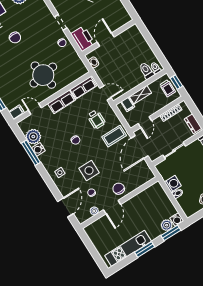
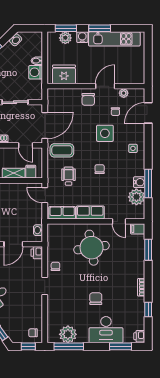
printer: (83, 39) -> (37, 253), width x0.53, depth x0.68
door: (145, 122) -> (26, 145), swing flipped
fridge: (150, 196) -> (64, 74), added
water cooler: (177, 220) -> (82, 37), moved

